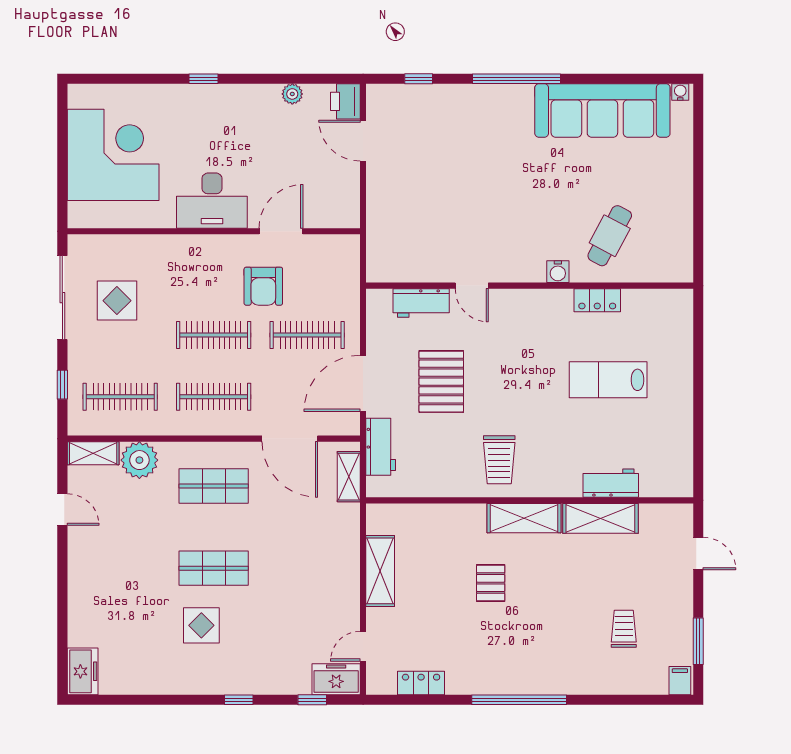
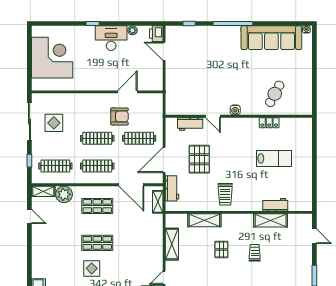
desk: (212, 201) -> (111, 38), moved, turned 180
water cooler: (558, 272) -> (235, 110), moved
armchair: (263, 286) -> (119, 116), turned -90
lab bench: (608, 380) -> (274, 158), turned 180
shelving: (524, 518) -> (204, 220), moved
trolley: (624, 629) -> (255, 253), moved

